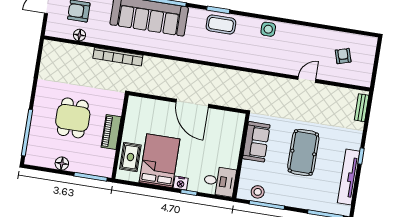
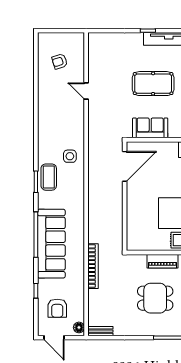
side table: (268, 29) -> (70, 156), moved
floor lamp: (79, 35) -> (79, 327), moved
door: (192, 103) -> (125, 166), moved
bench: (362, 108) -> (100, 331), moved

